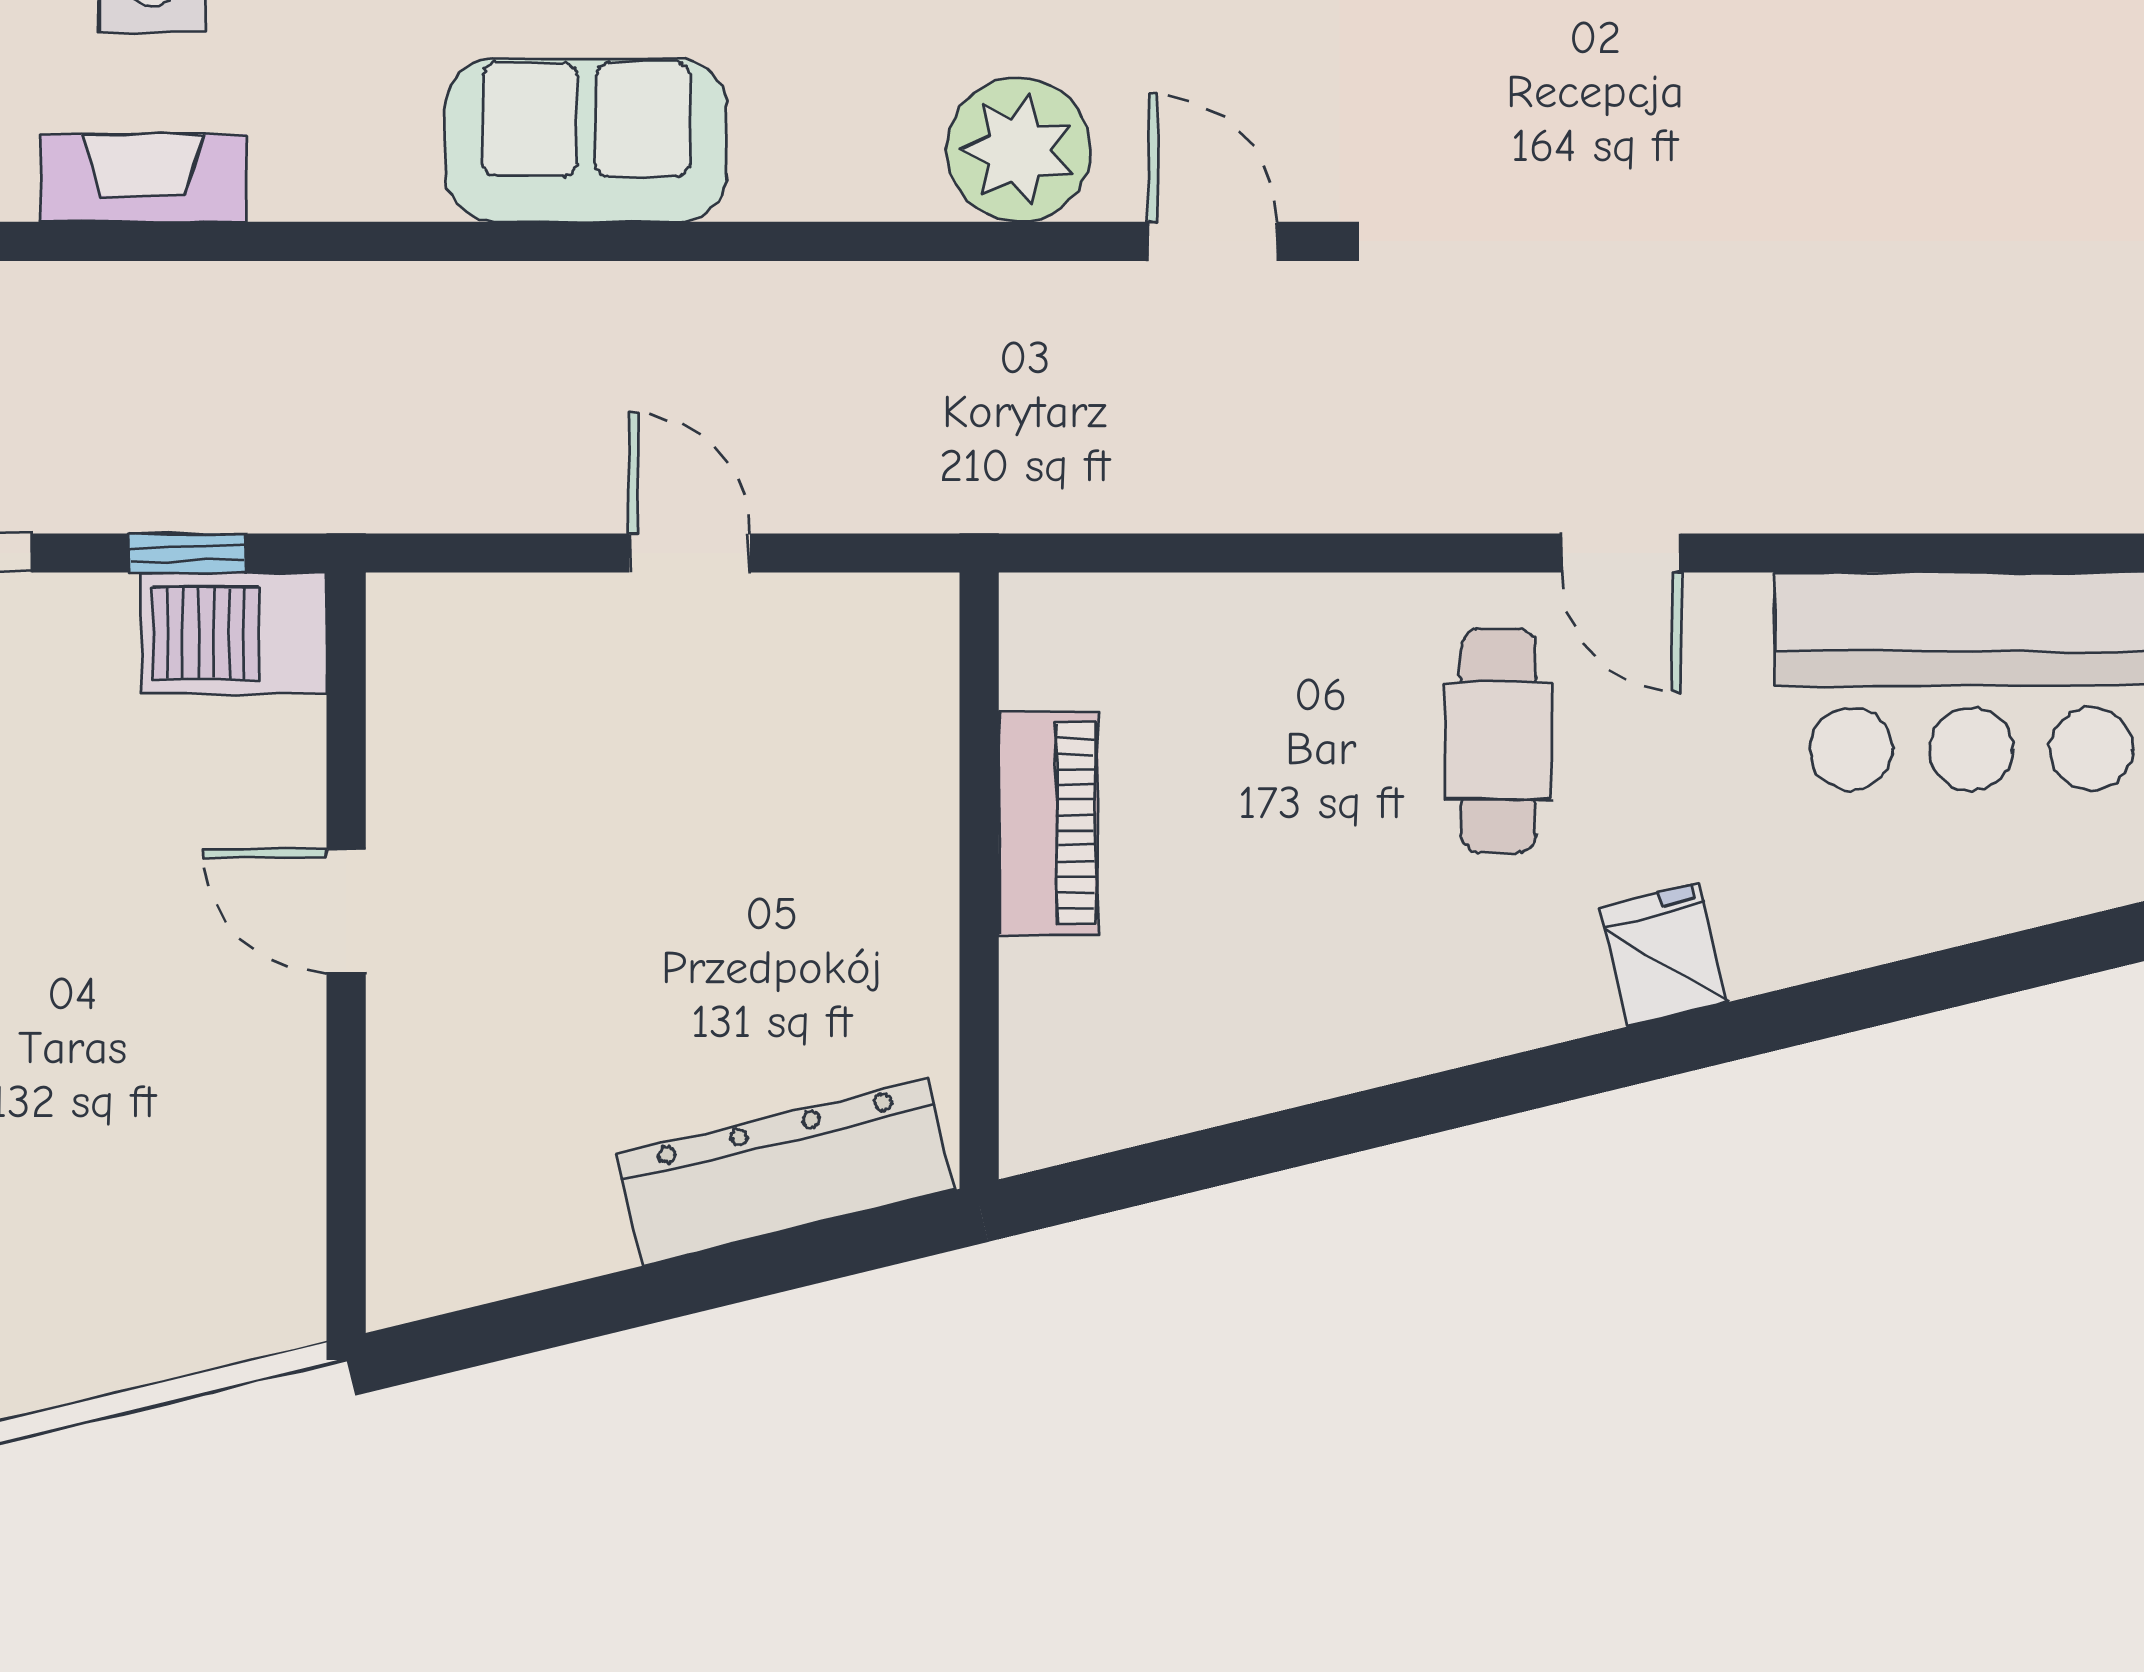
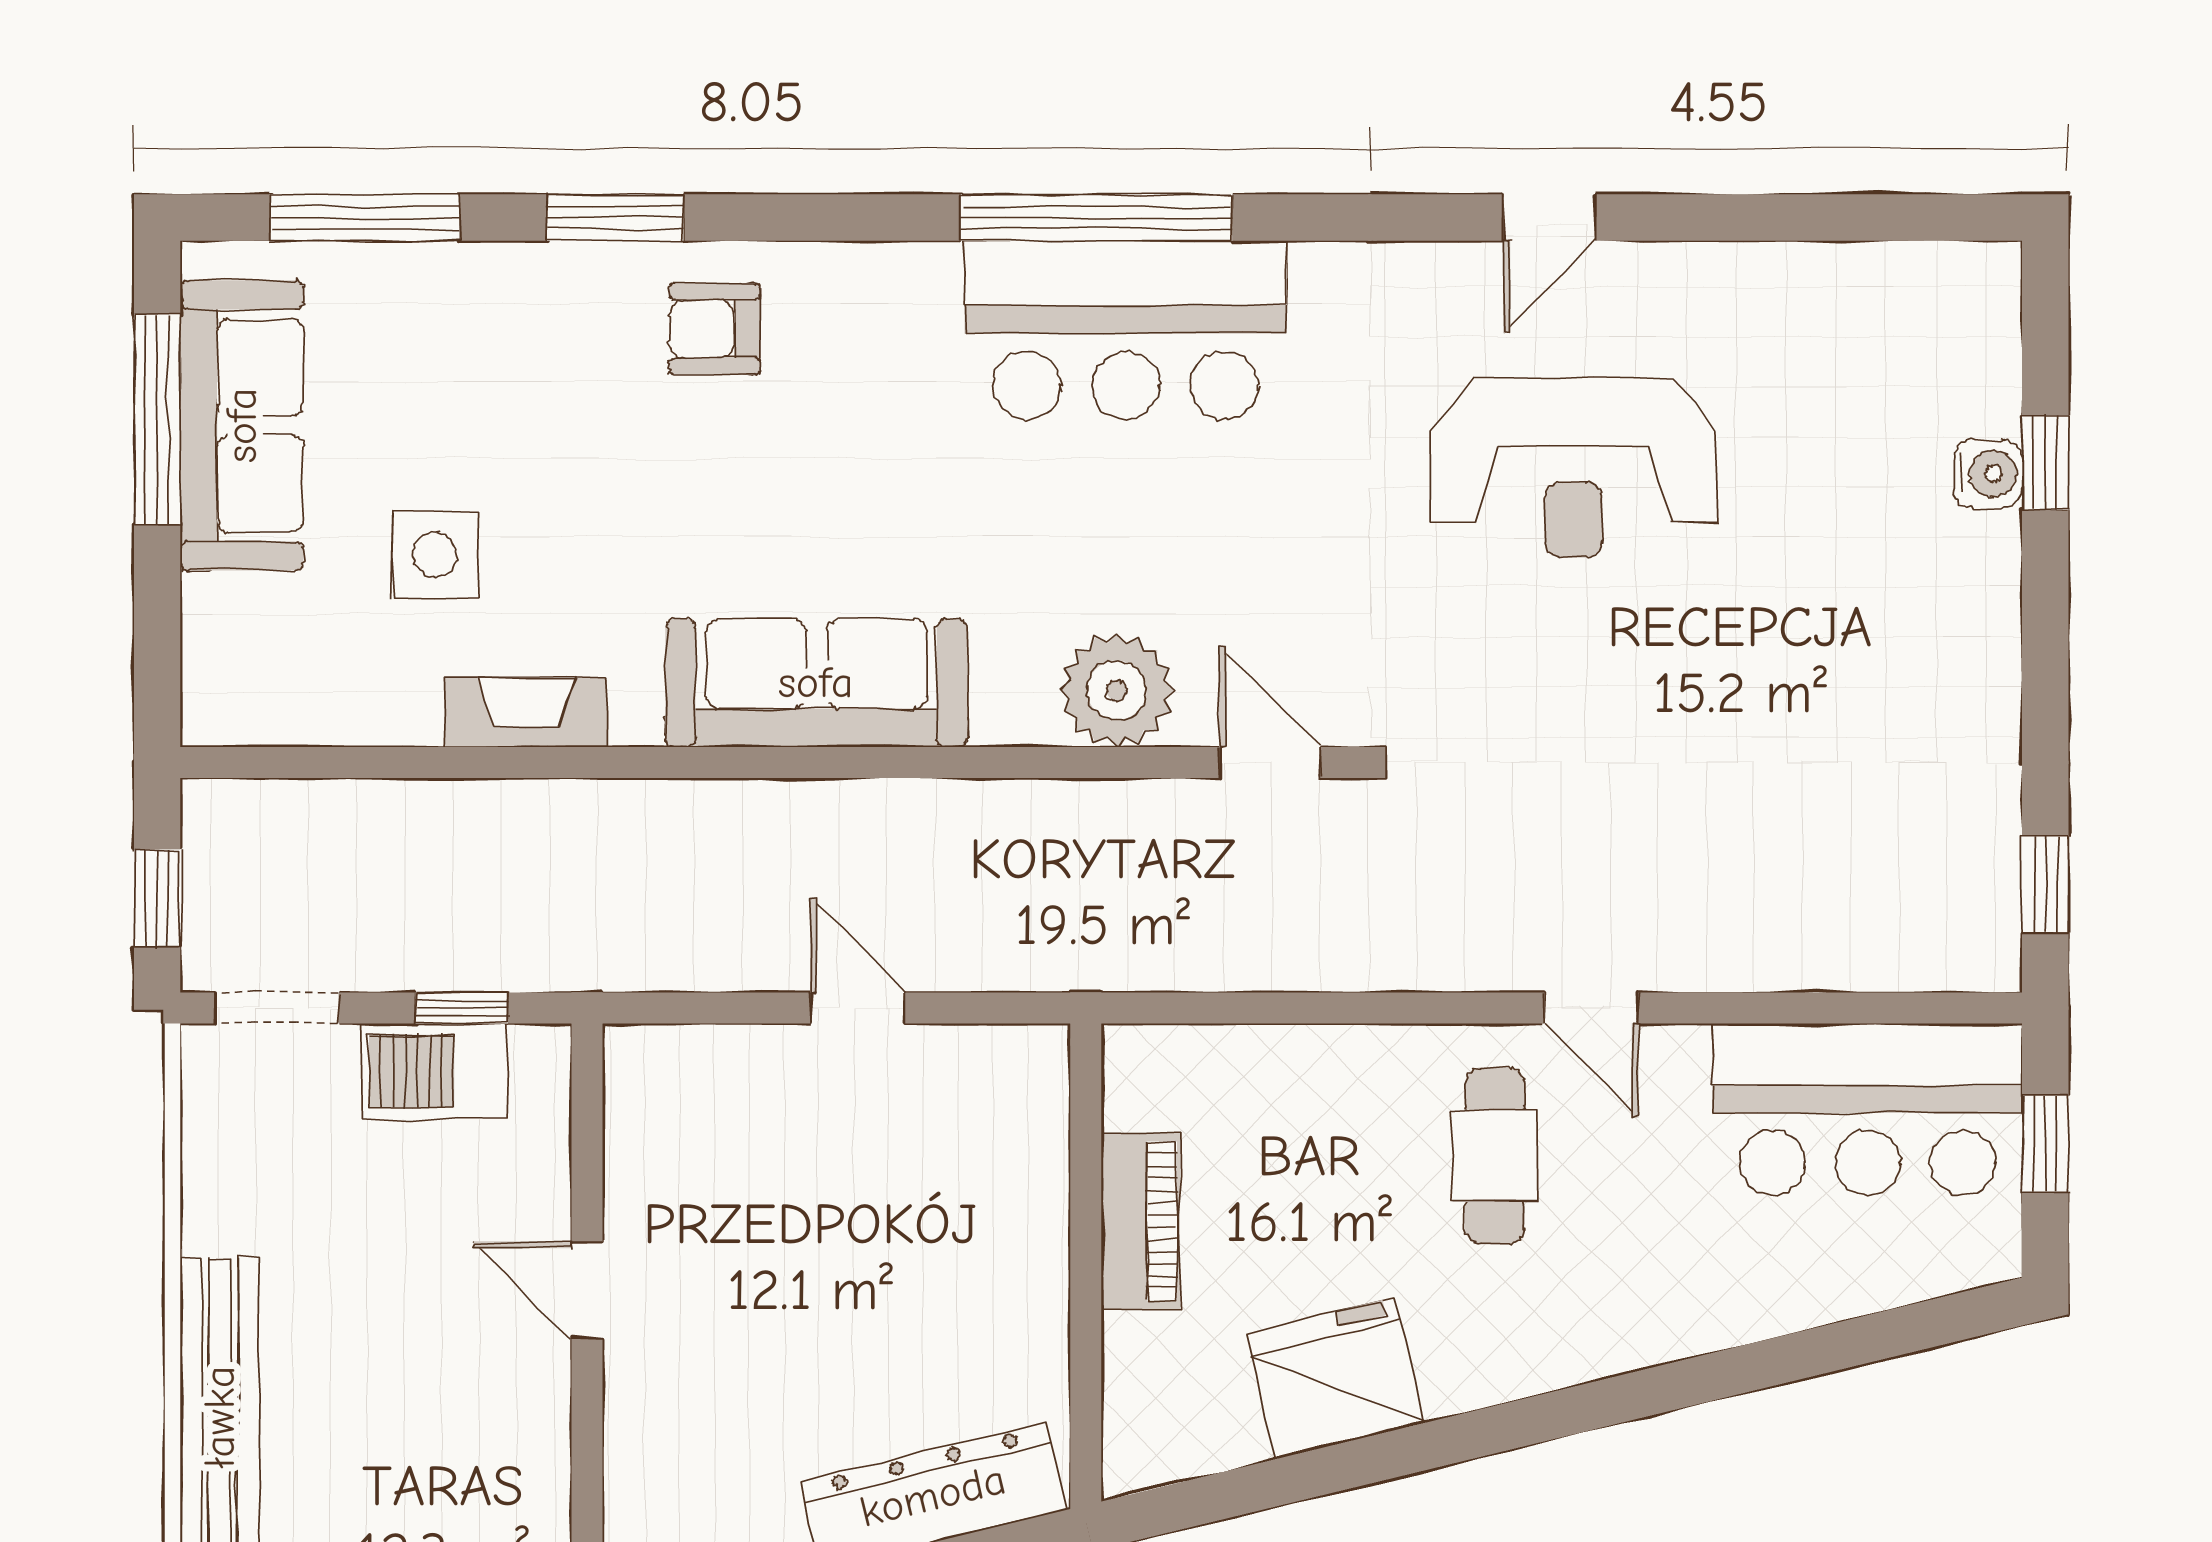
sofa: (586, 140) -> (816, 683), width x1.36
fireplace: (143, 178) -> (526, 712), moved
barbecue: (234, 633) -> (434, 1071), moved
fridge: (1664, 955) -> (1335, 1378), moved, width x1.88, depth x1.34

